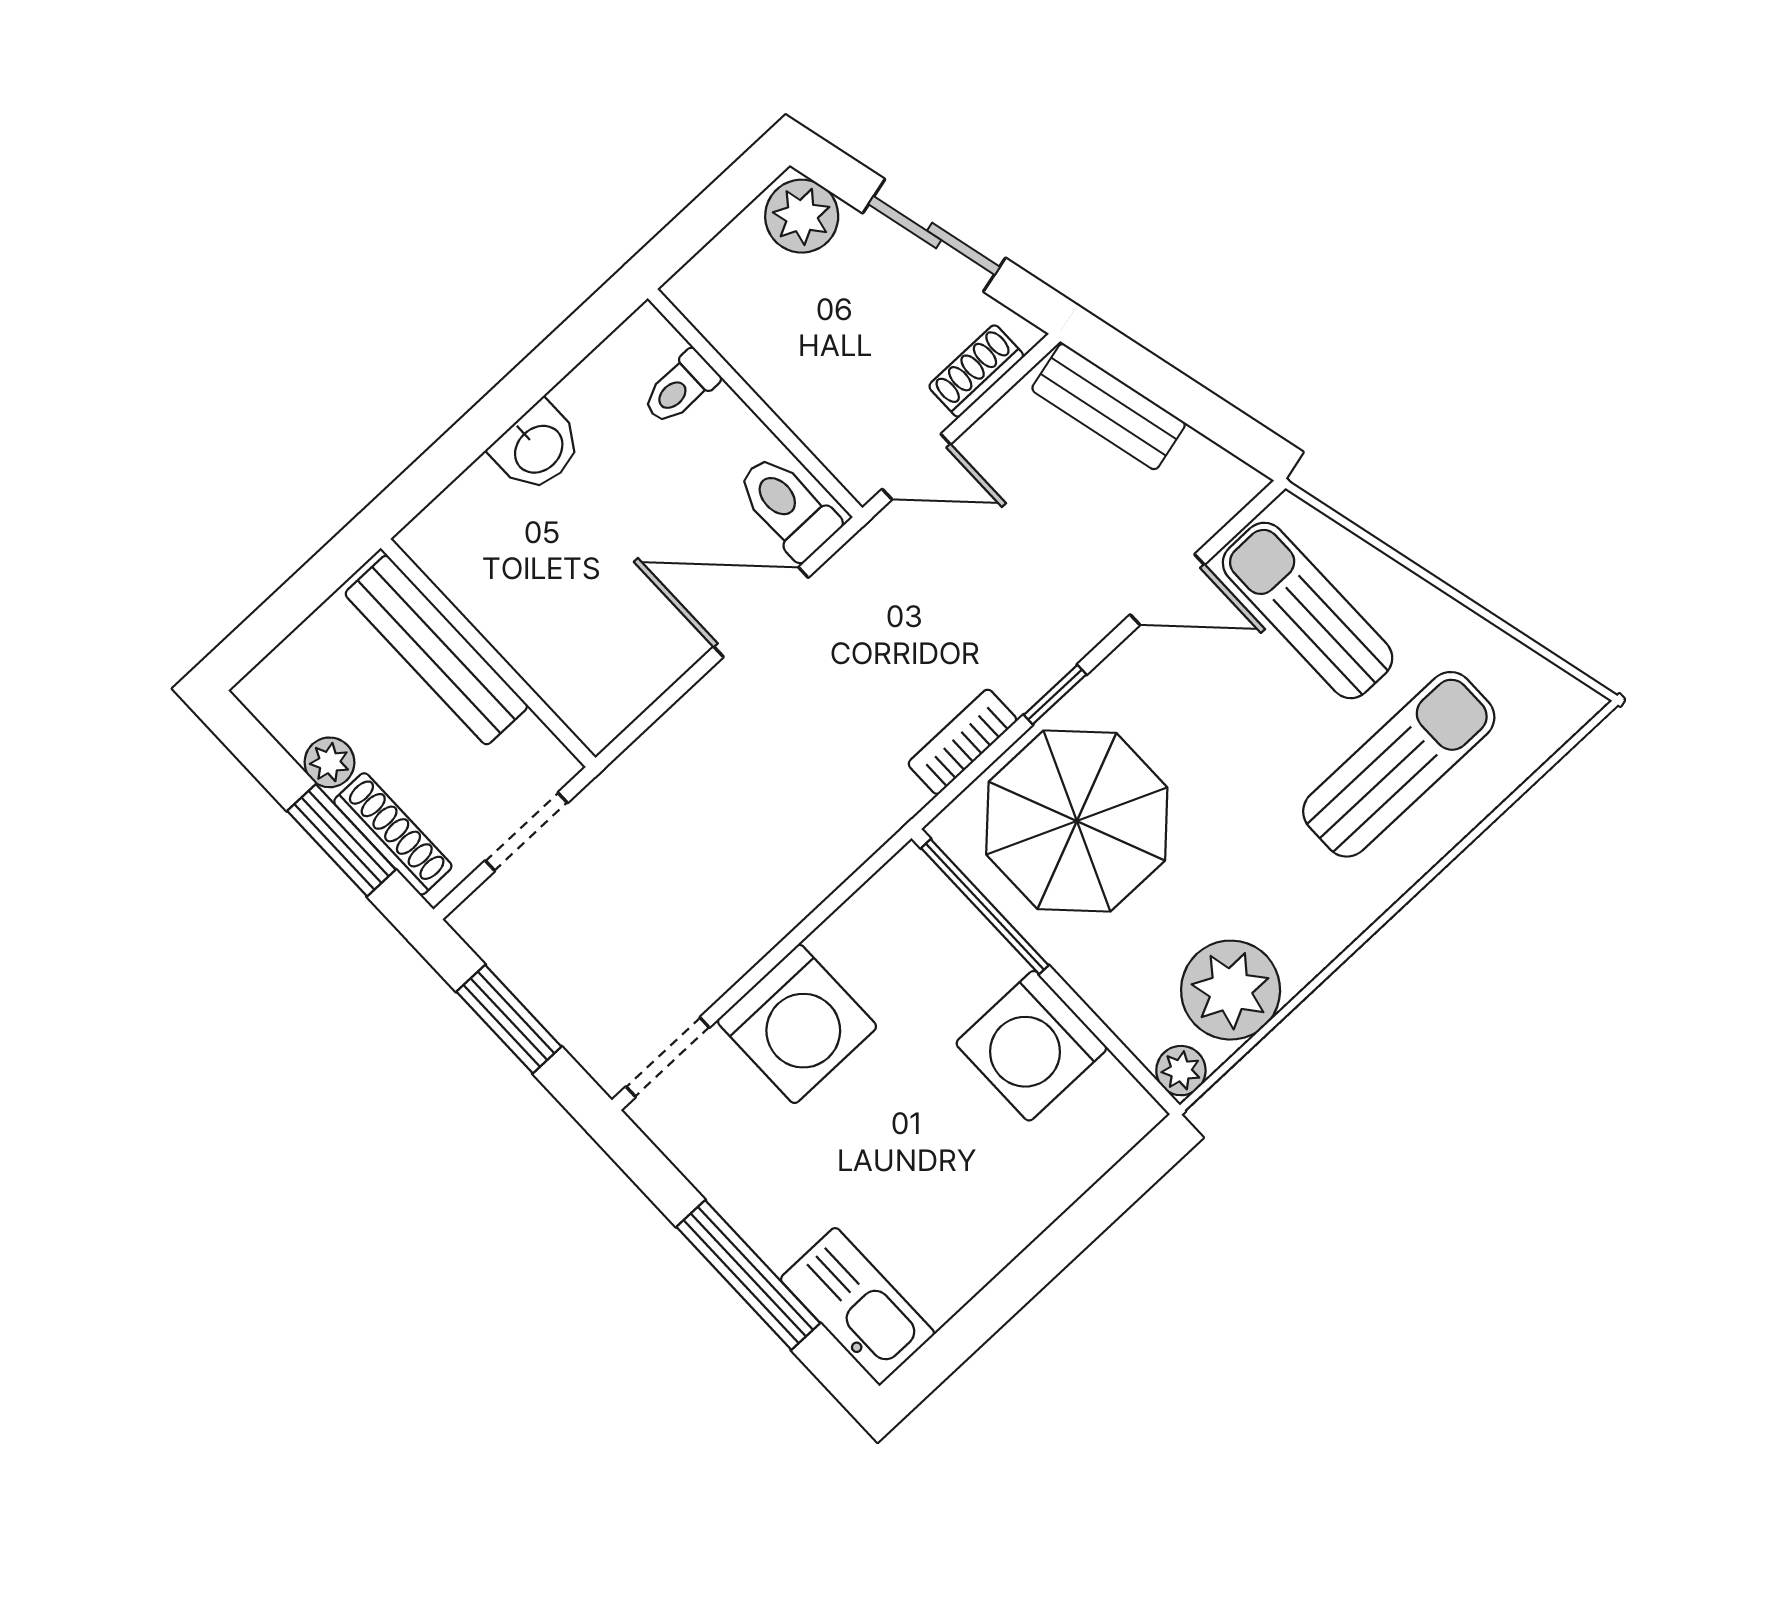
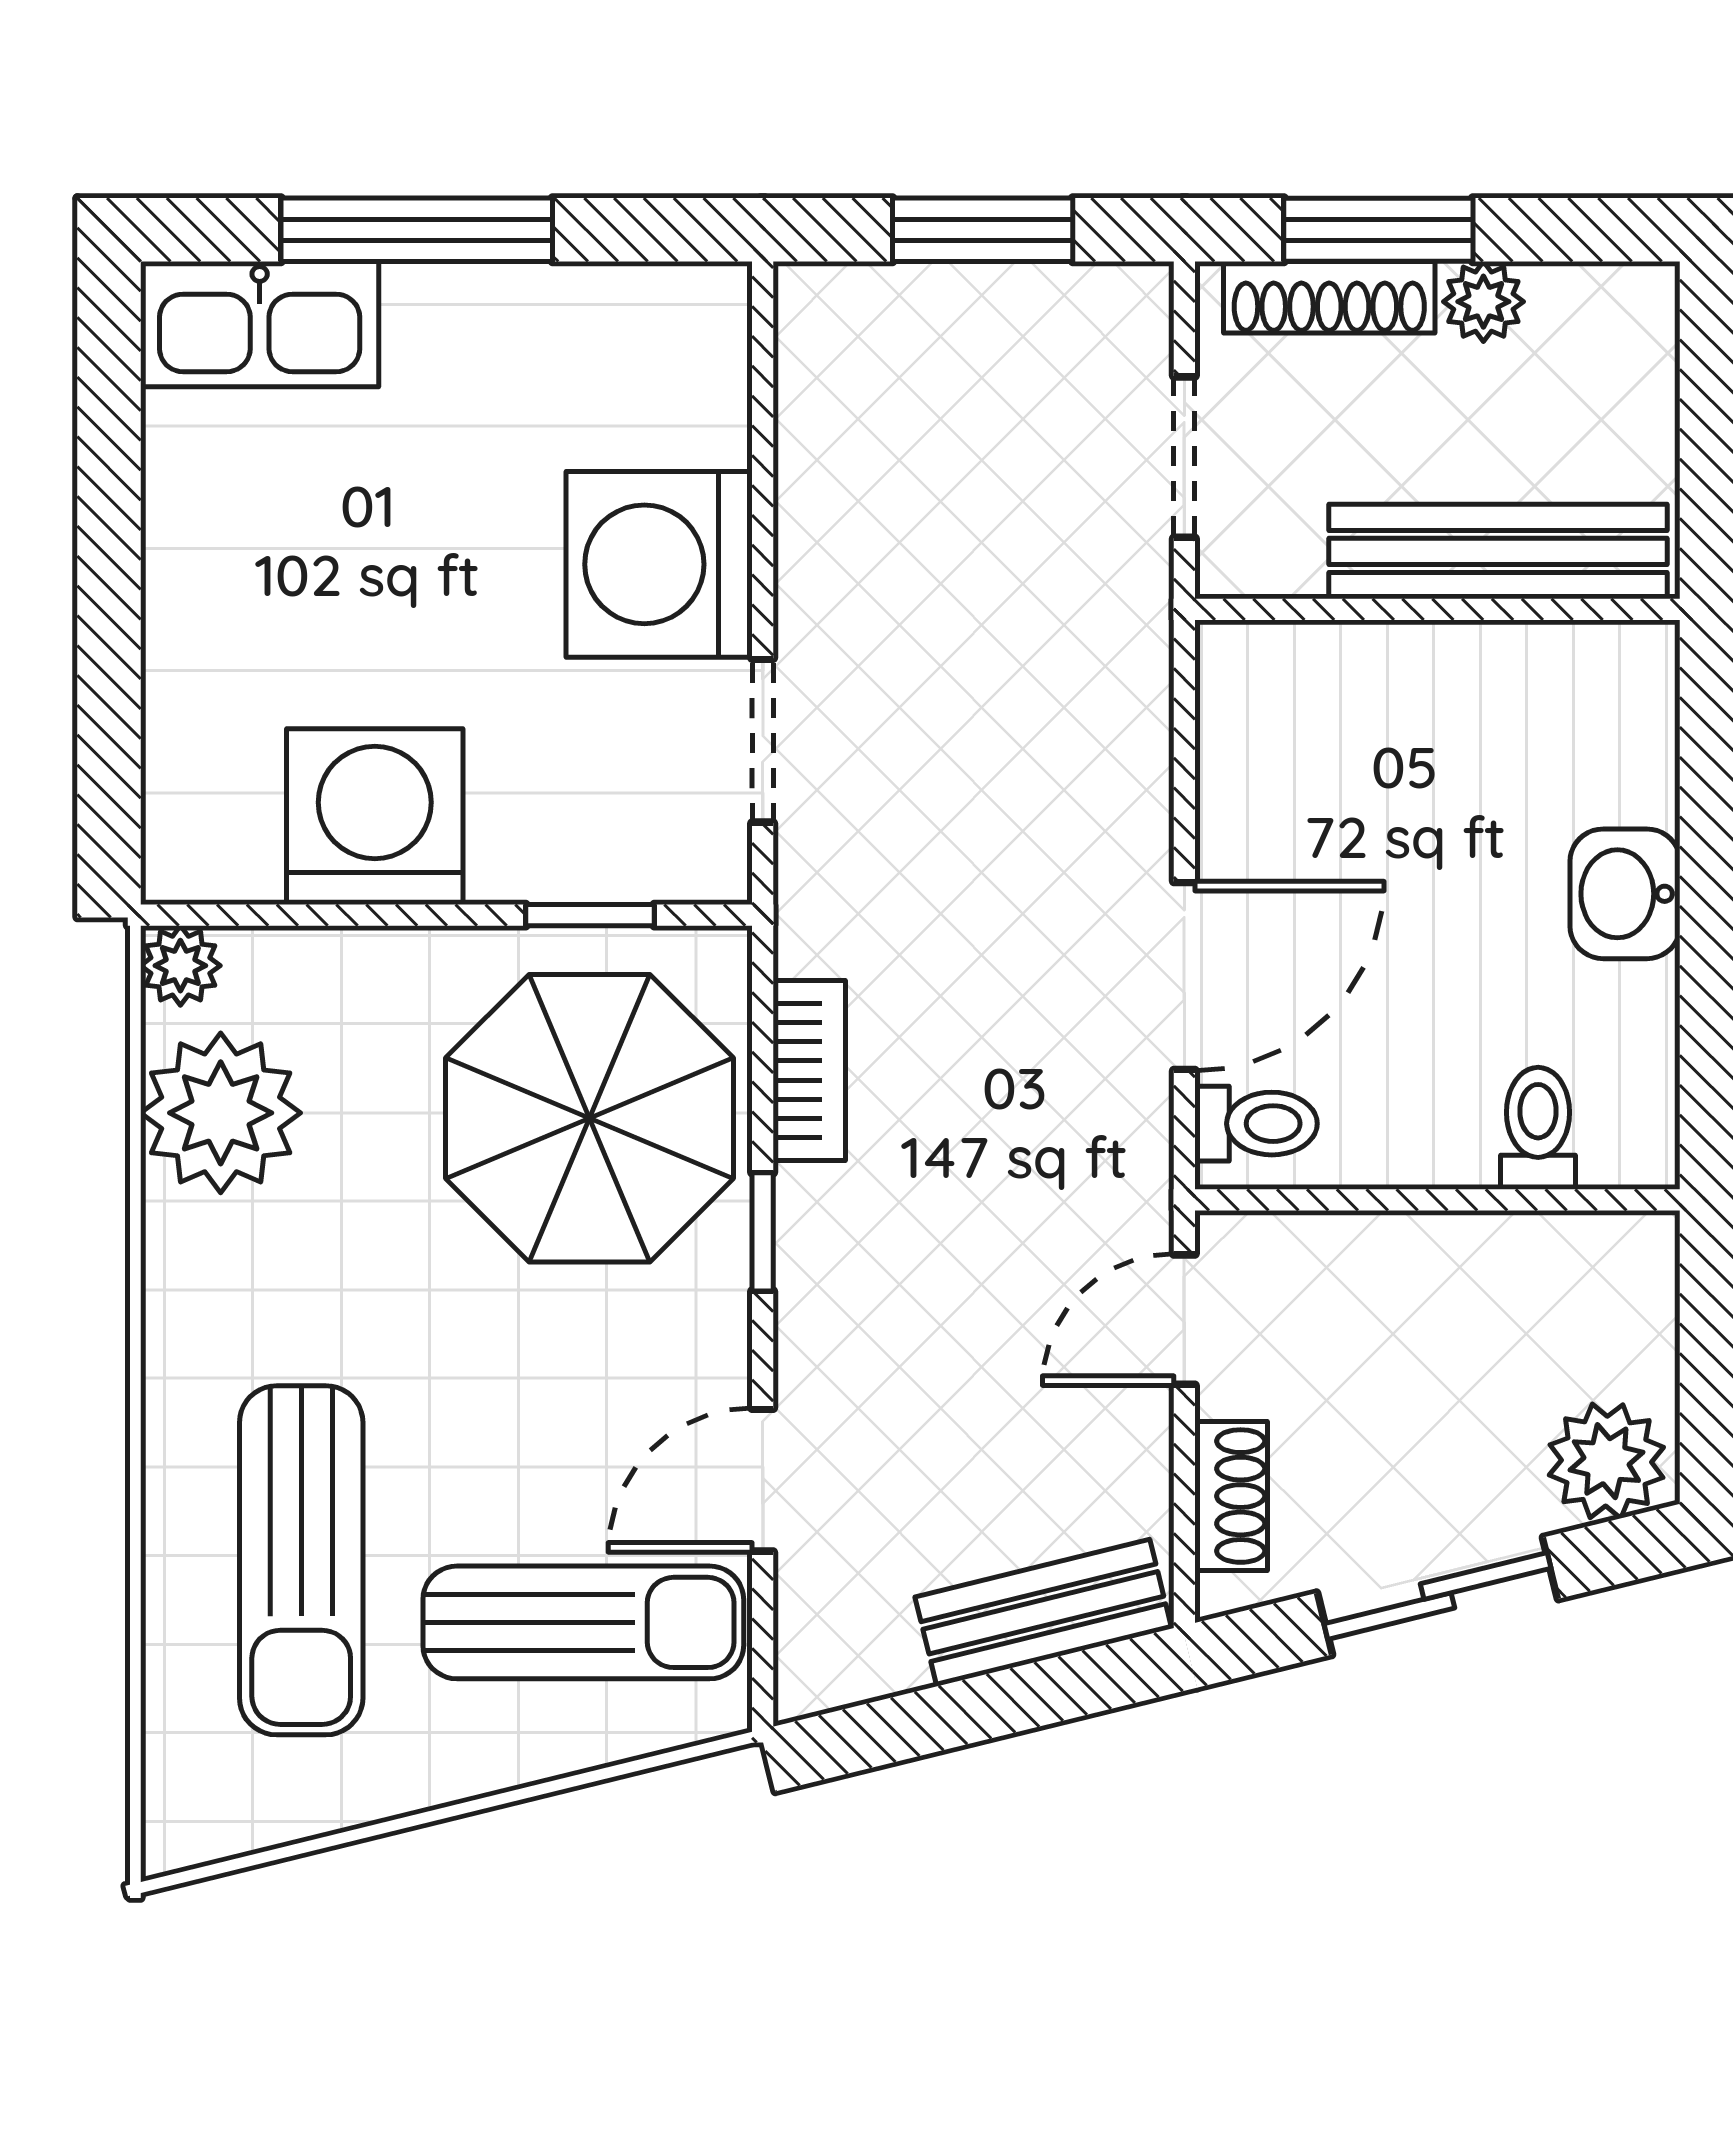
toilet: (787, 507) -> (1256, 1124), width x0.73, depth x0.72
window: (985, 907) -> (590, 915), width x0.46
doorway: (668, 1057) -> (763, 741), moved

